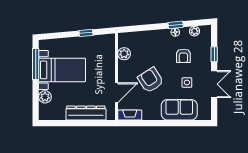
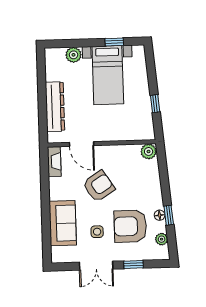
plant: (124, 54) -> (149, 151), moved
armchair: (183, 56) -> (130, 226), width x1.88, depth x1.88
window: (36, 64) -> (114, 42), width x0.46

